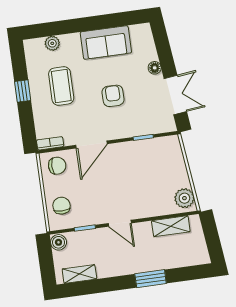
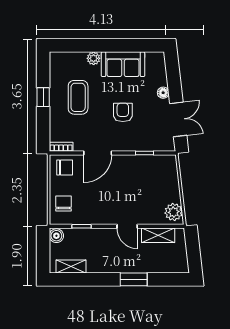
plant: (52, 43) -> (94, 58), moved
door: (120, 223) -> (127, 226), moved

